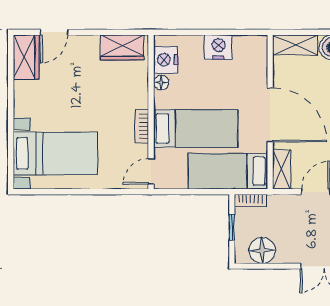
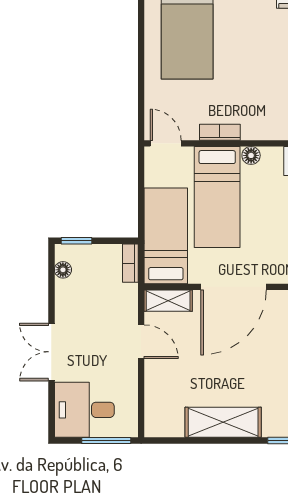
floor lamp: (161, 82) -> (251, 155), moved
window: (232, 227) -> (77, 241), moved
floor lamp: (262, 250) -> (63, 270), width x0.53, depth x0.53

